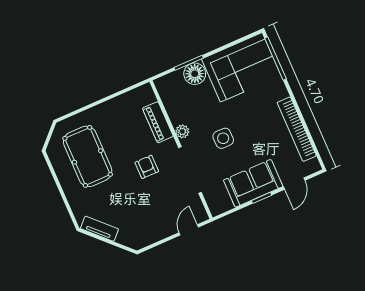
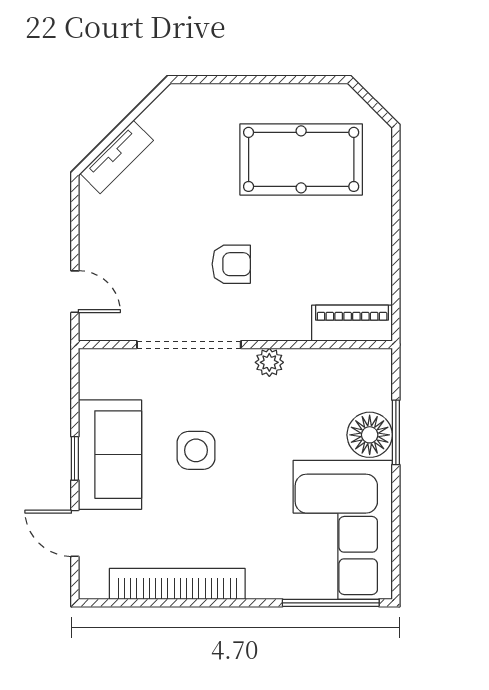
piano: (158, 122) -> (352, 323), moved
side table: (223, 138) -> (196, 450), moved
tv unit: (99, 229) -> (117, 157), moved

